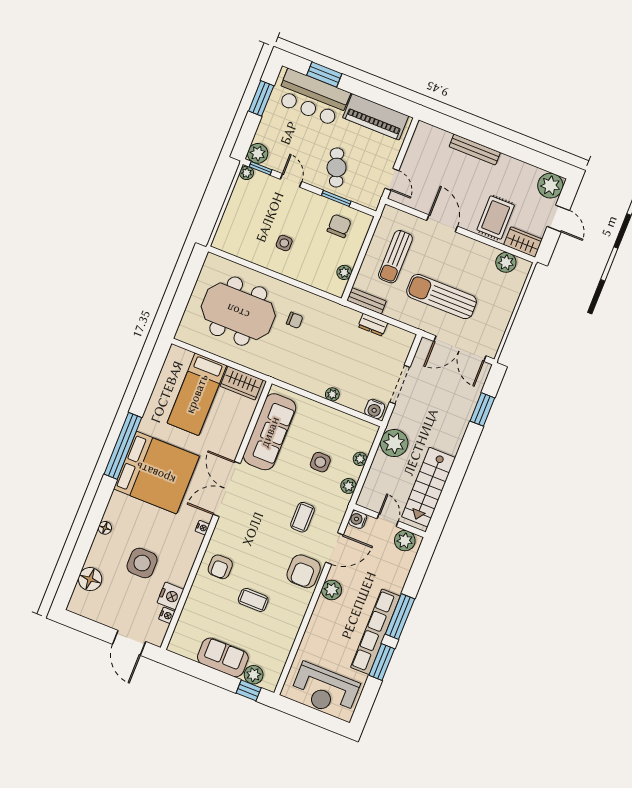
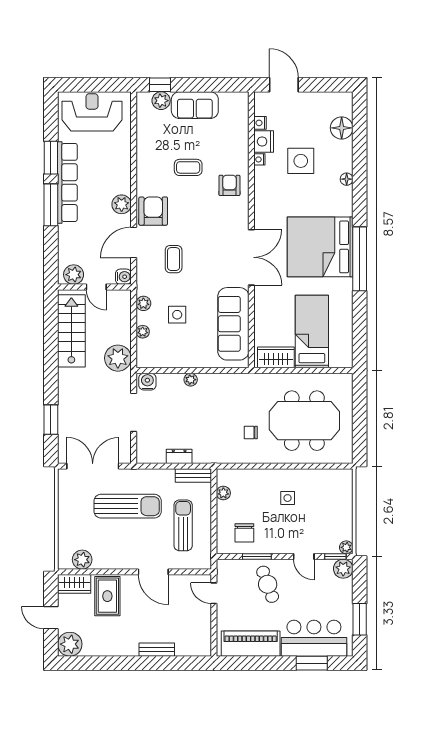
bench: (475, 149) -> (157, 650), width x0.73
nightstand: (202, 528) -> (259, 159), moved

